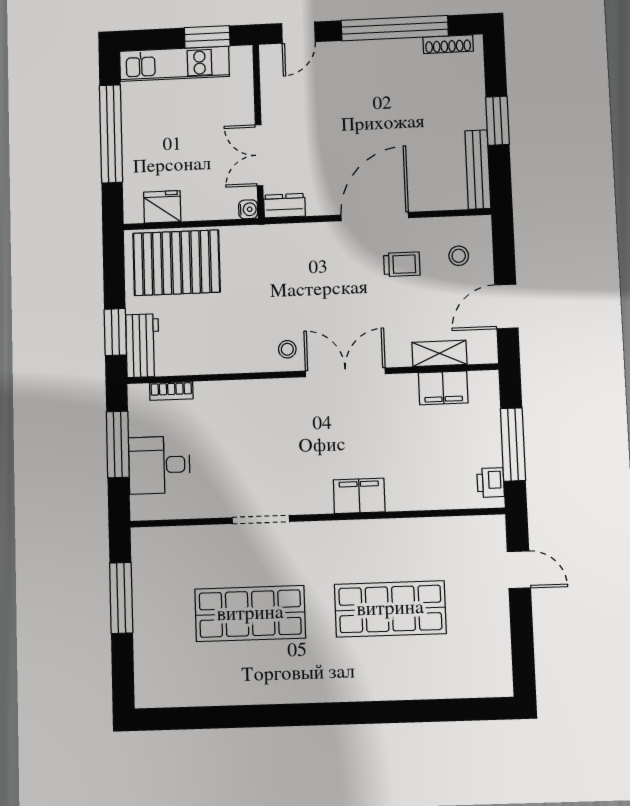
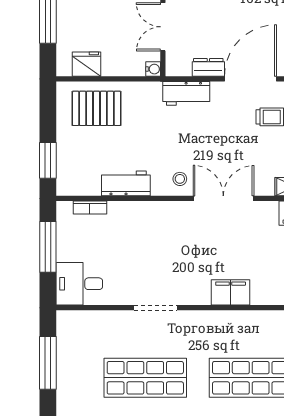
dresser: (284, 206) -> (208, 67), moved
workbench: (292, 239) -> (186, 93), added
pallet: (177, 263) -> (97, 108), width x0.73, depth x0.71
workbench: (143, 346) -> (126, 183), moved, turned -90
desk: (159, 465) -> (79, 284), moved

